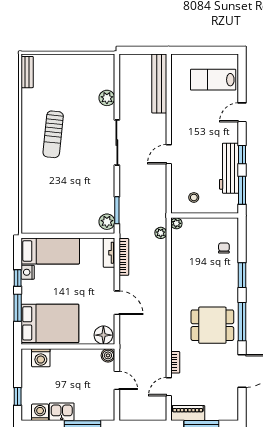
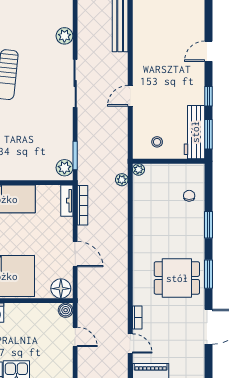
lab bench: (213, 80) -> (178, 16), removed
workbench: (229, 168) -> (195, 132), moved
window: (242, 322) -> (208, 274), width x0.69
door: (169, 387) -> (130, 343), swing flipped

